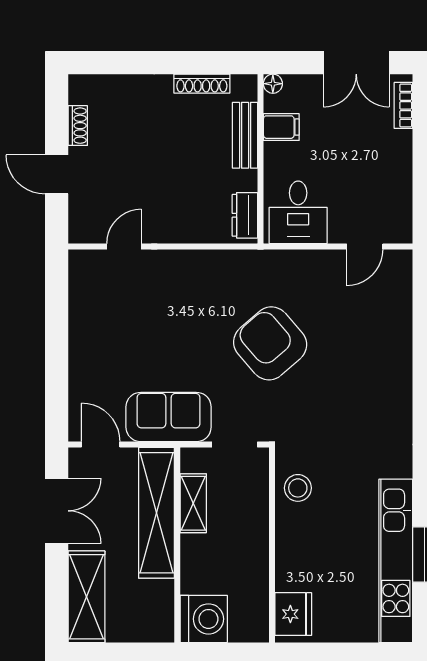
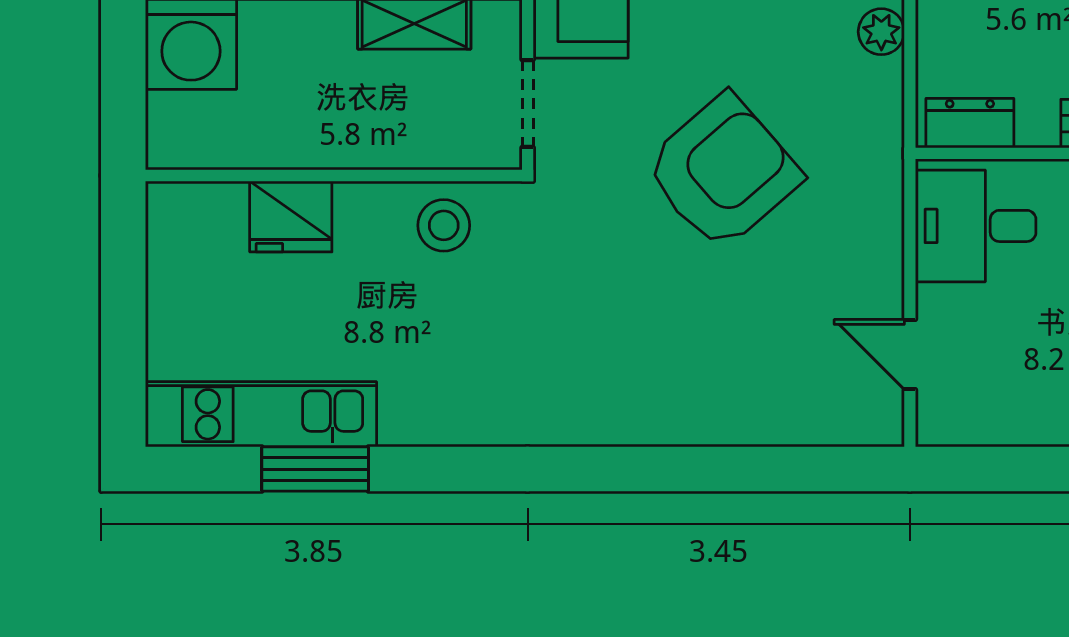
plant: (197, 261) -> (881, 32), added
kitchen unit: (396, 561) -> (261, 414), width x0.73
fridge: (293, 614) -> (291, 216), moved

